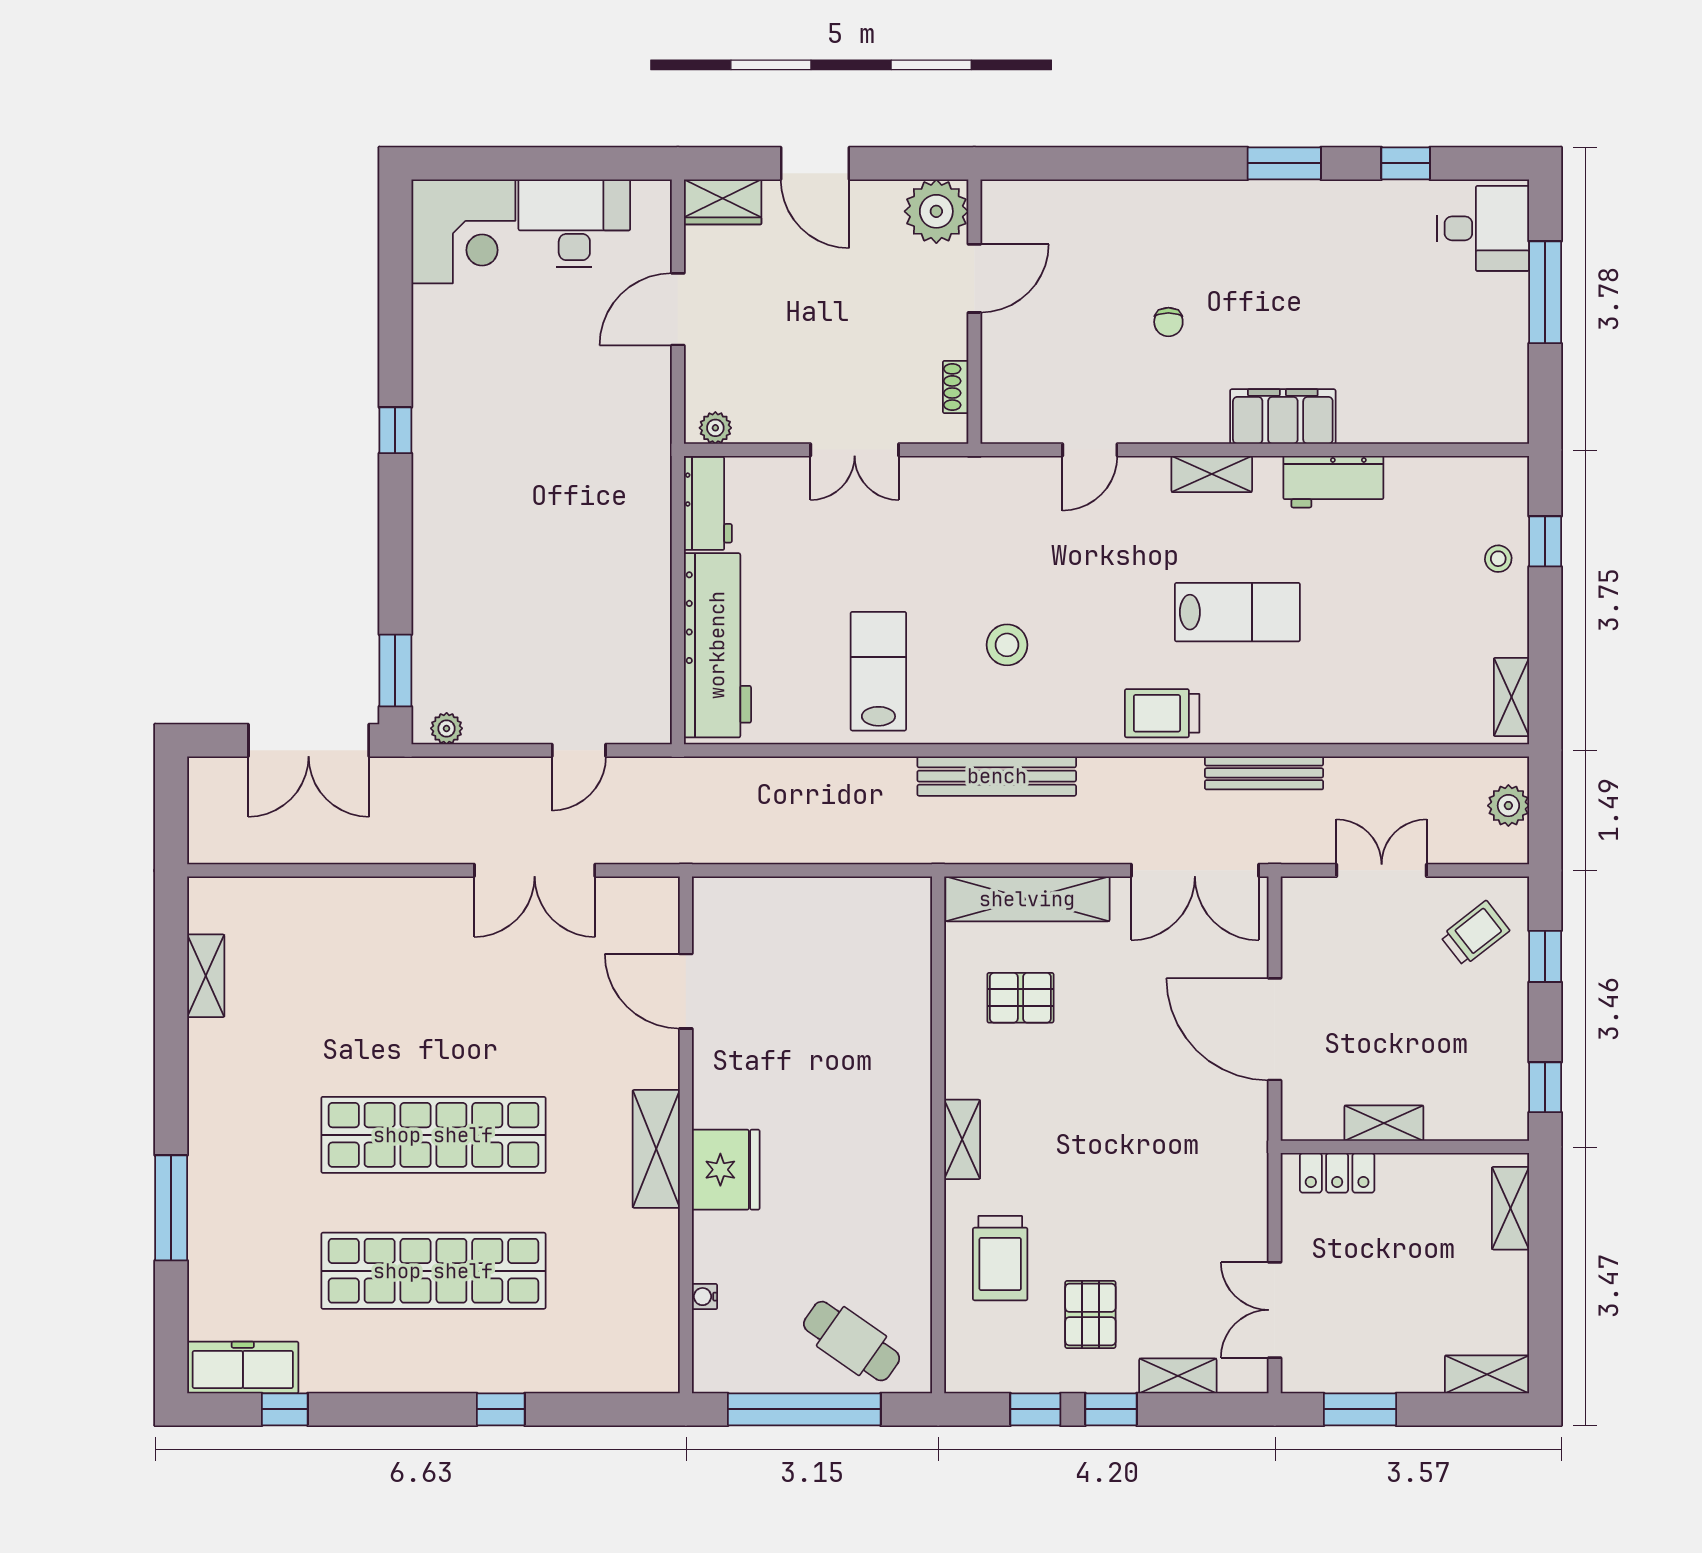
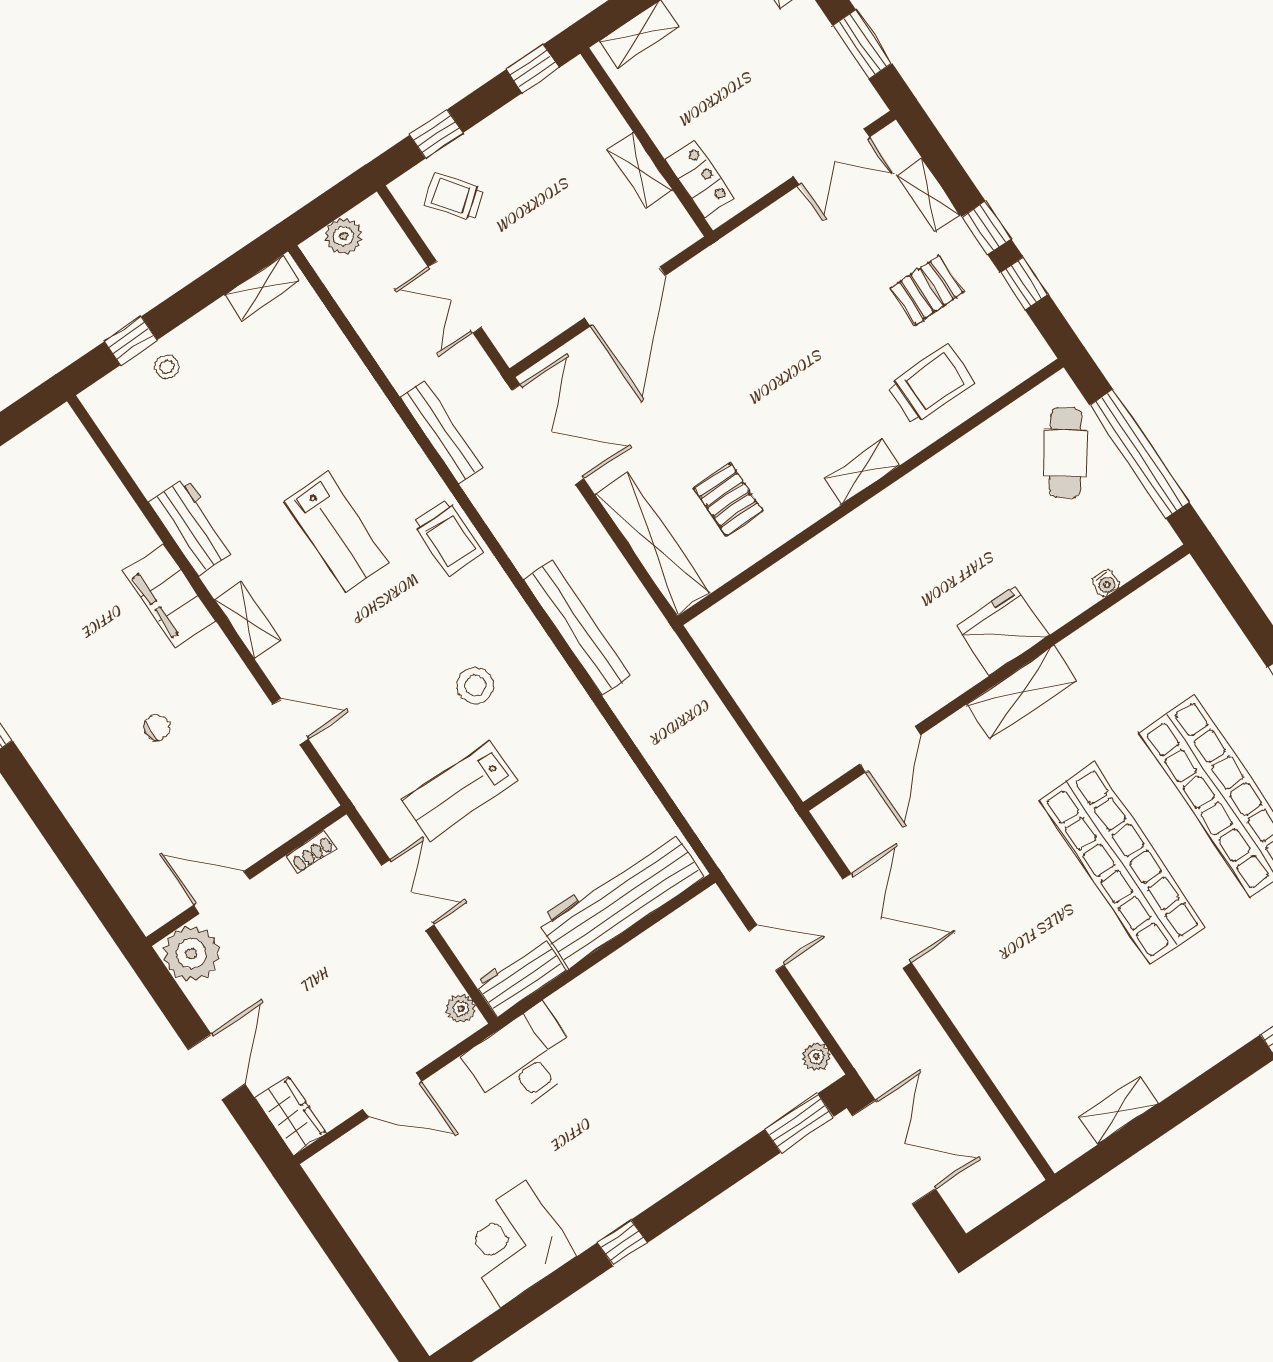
desk: (574, 223) -> (523, 1060), moved, turned 90
corner desk: (463, 231) -> (514, 1243), moved, turned -90
lab bench: (1237, 612) -> (336, 532), turned 180
lab bench: (878, 671) -> (460, 790), moved

